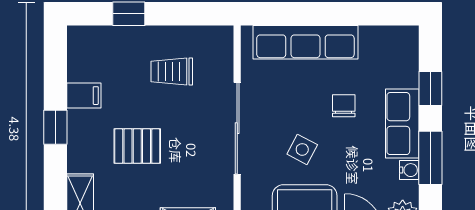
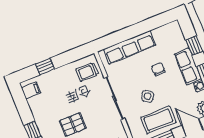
trolley: (172, 71) -> (87, 72), moved
filing cabinet: (84, 96) -> (31, 90), moved

